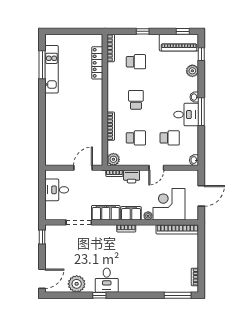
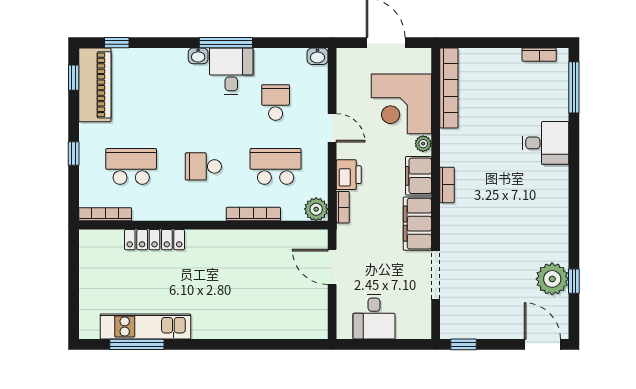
school desk: (136, 62) -> (131, 166), width x1.85
locker: (97, 63) -> (154, 240), moved
plant: (192, 71) -> (148, 60), removed
school desk: (136, 138) -> (276, 166), width x1.85
desk: (107, 280) -> (545, 143), moved
window: (99, 295) -> (574, 281), moved

